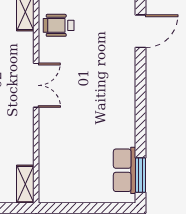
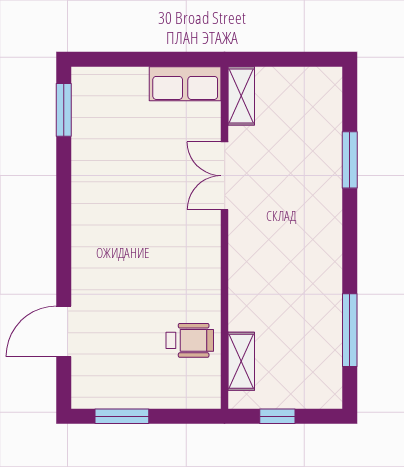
double door: (36, 85) -> (225, 176), moved
row of seats: (125, 170) -> (185, 84), moved, turned 90

